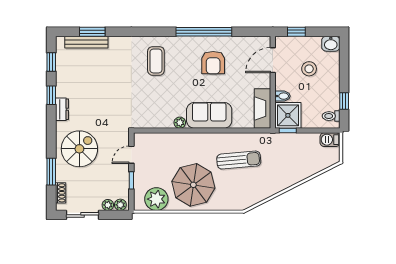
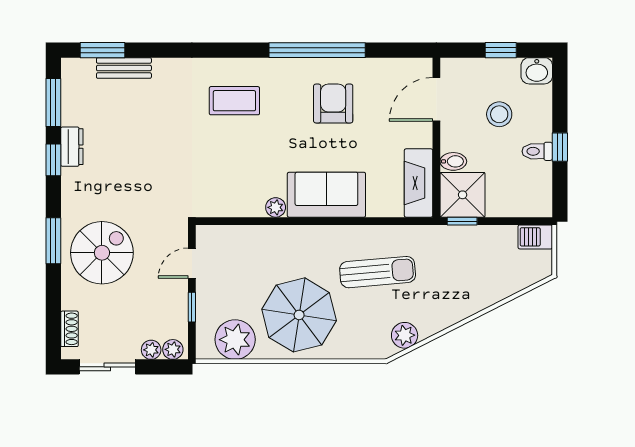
window: (92, 32) -> (102, 50), moved
window: (296, 32) -> (501, 50), moved
bench: (86, 42) -> (124, 68), width x0.73
coffee table: (156, 61) -> (234, 101), turned 90
window: (51, 62) -> (53, 102), width x1.50
armchair: (213, 63) -> (333, 103), turned 180
window: (344, 101) -> (560, 147), moved
dresser: (62, 109) -> (72, 147), moved
toilet: (331, 116) -> (537, 151), moved
window: (51, 172) -> (53, 241), moved
plant: (254, 197) -> (405, 335), added

